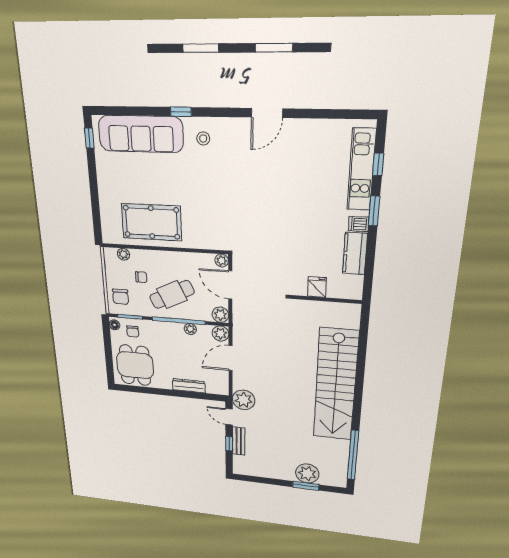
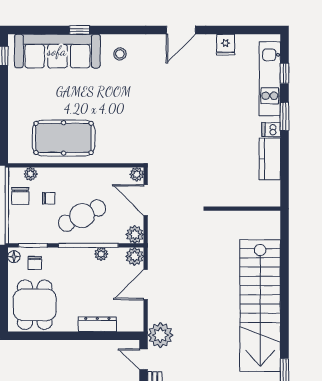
window: (181, 112) -> (80, 30), moved
fridge: (317, 287) -> (226, 45), moved, turned 180
chair: (121, 297) -> (20, 196), moved

